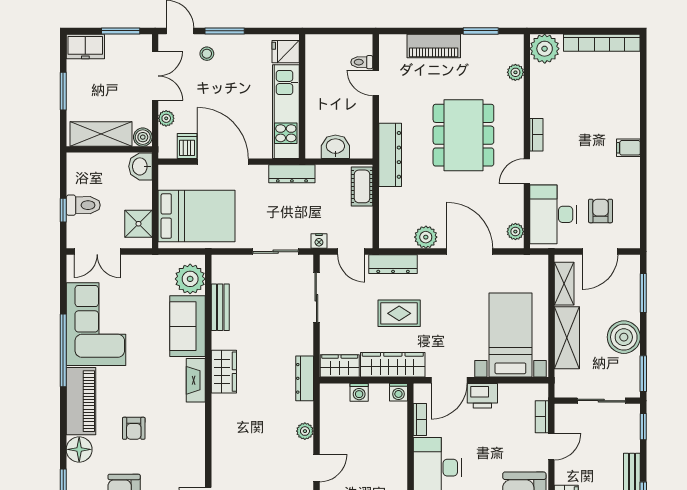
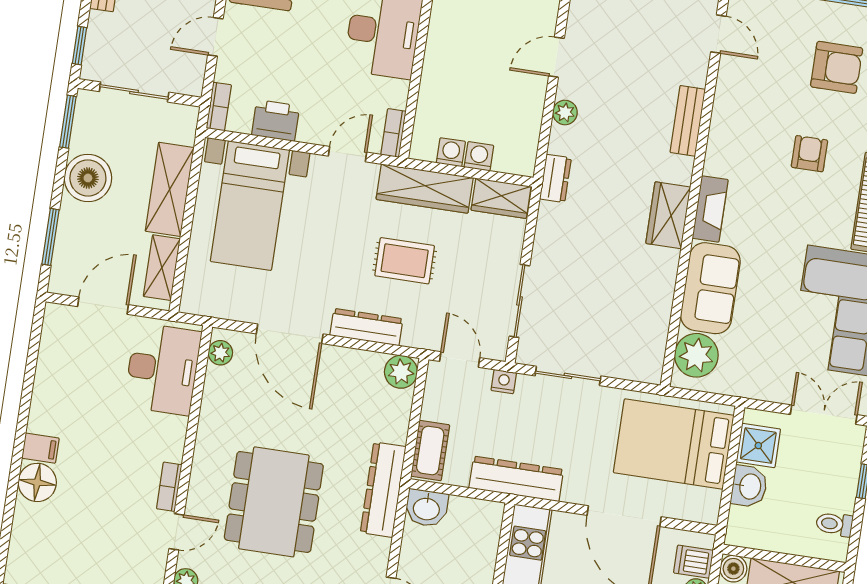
floor lamp: (627, 124) -> (37, 482), added
dishwasher: (187, 146) -> (694, 562), moved, turned 90
washbasin: (335, 147) -> (426, 508), moved
washbasin: (141, 166) -> (749, 486), moved
door: (527, 171) -> (176, 532), moved
dresser: (292, 174) -> (516, 479), width x1.37, depth x1.24
toilet: (83, 205) -> (834, 524), moved, width x0.73, depth x0.72
armchair: (601, 211) -> (94, 364), removed
plant: (426, 237) -> (401, 372), moved
dresser: (393, 264) -> (366, 327), moved
bench: (220, 307) -> (688, 121), moved
dresser: (305, 378) -> (555, 178), width x0.70
door: (449, 380) -> (347, 154), width x0.73
washing machine: (398, 392) -> (451, 152), moved
printer: (482, 396) -> (276, 121), moved
bookcase: (542, 417) -> (219, 107), moved
bookcase: (420, 420) -> (393, 133), moved

